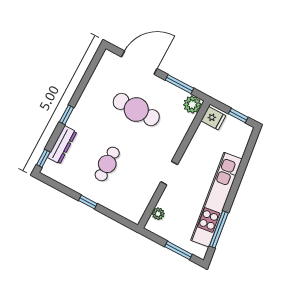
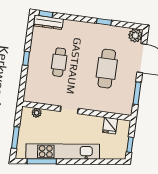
plant: (192, 105) -> (135, 36), moved
window: (67, 115) -> (104, 22), moved
fridge: (213, 118) -> (110, 126), moved
dresser: (62, 145) -> (49, 22), moved
cafe table: (107, 164) -> (59, 62), turned 90

